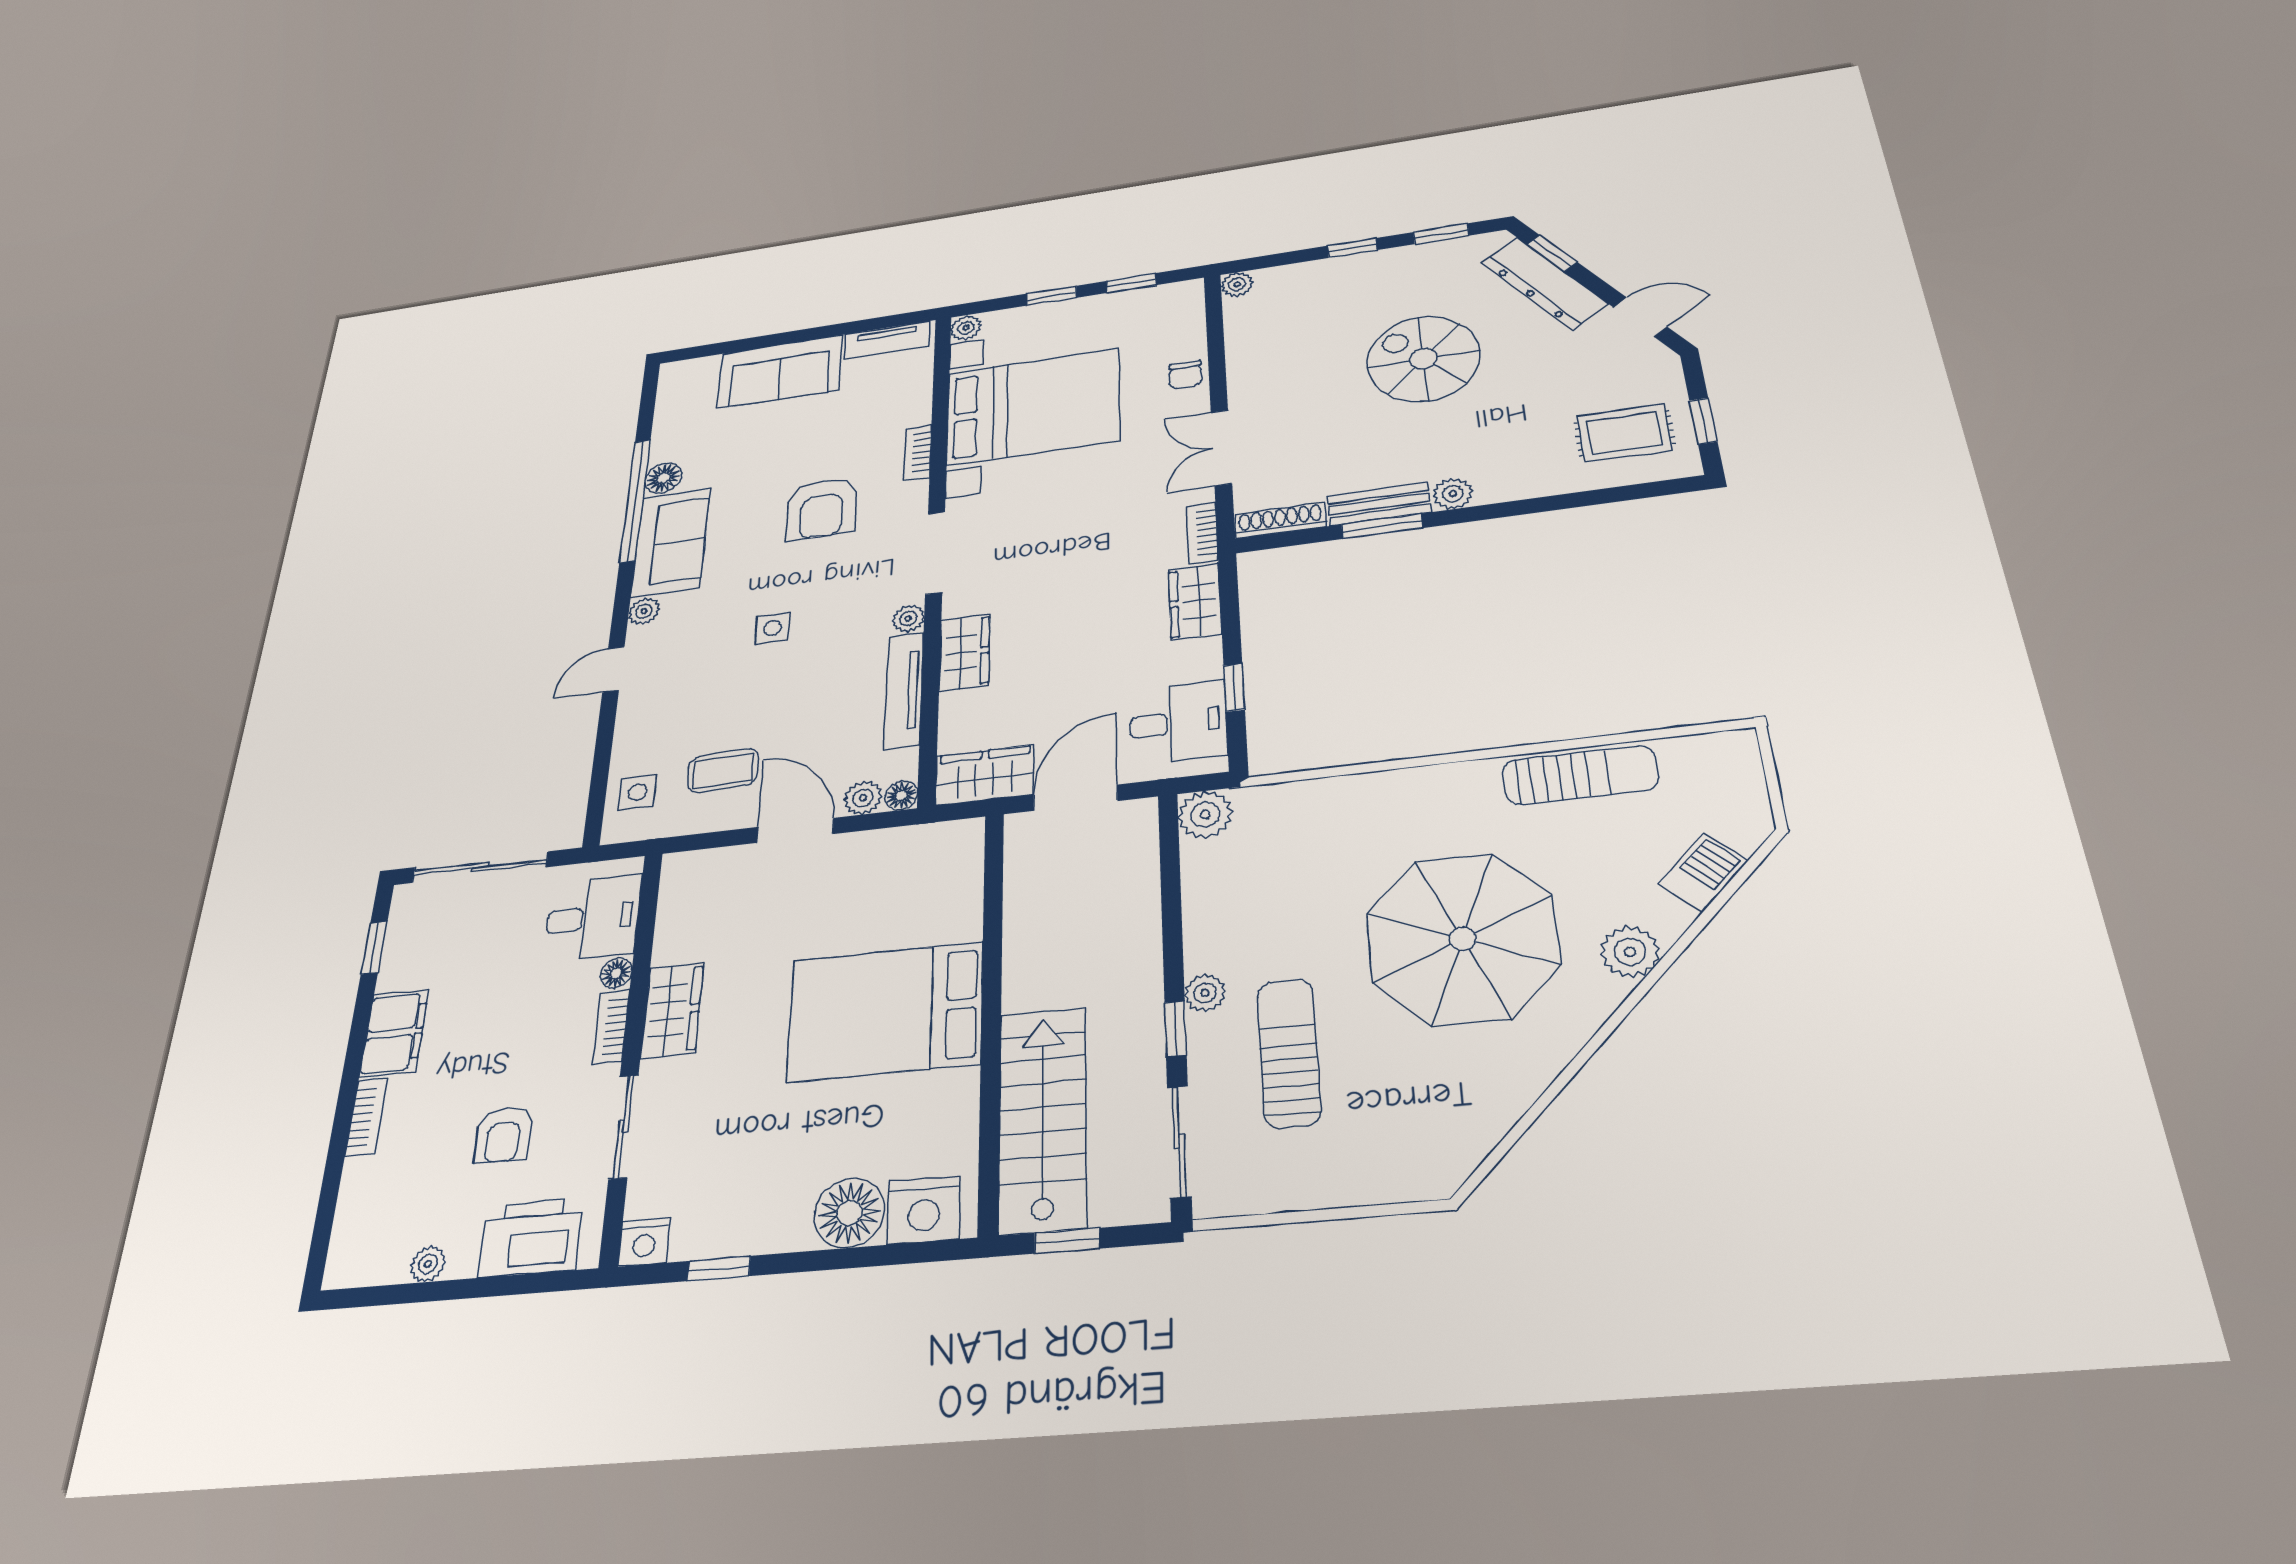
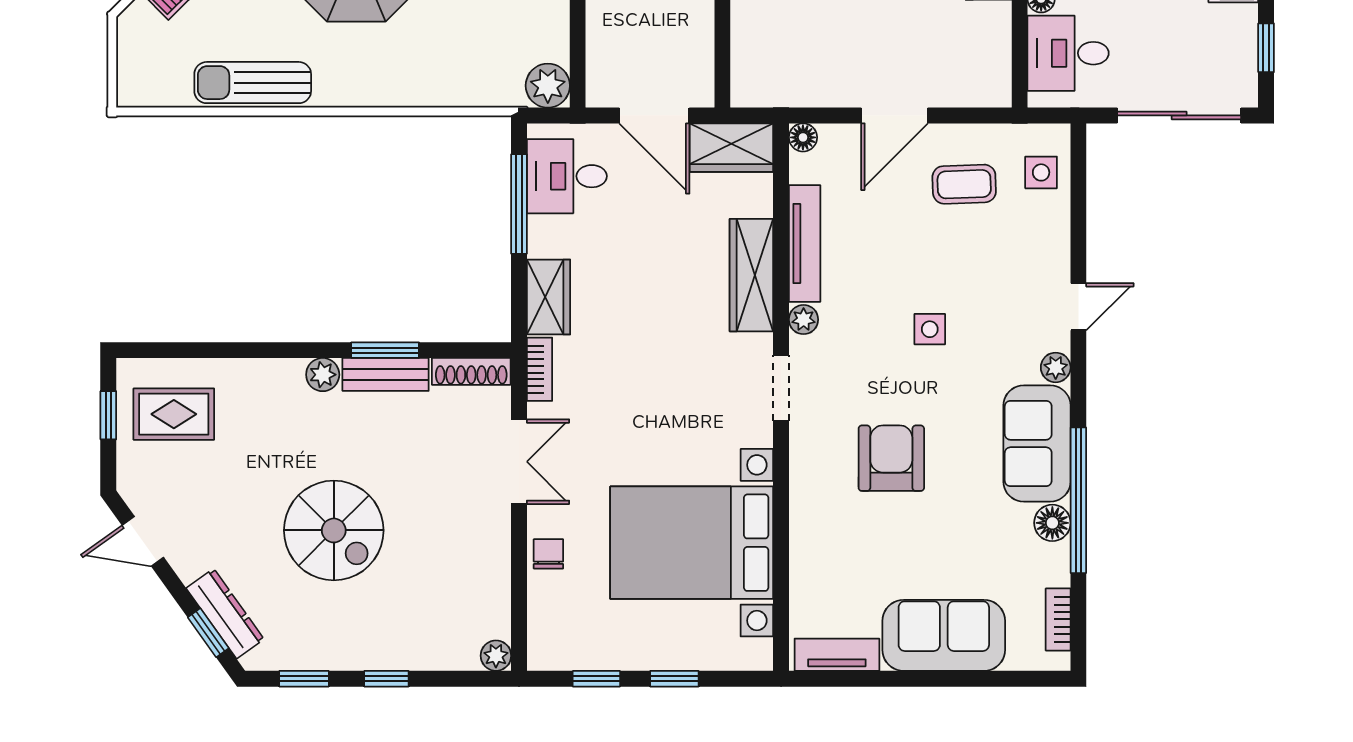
dresser: (1544, 283) -> (225, 614), width x0.73, depth x0.80
plant: (966, 328) -> (758, 655), removed
bookcase: (918, 453) -> (1058, 619), moved, turned 180
doorway: (935, 553) -> (781, 388), width x0.73
wardrobe: (964, 652) -> (751, 275), width x1.50
window: (1234, 688) -> (519, 204), width x2.17
plant: (863, 798) -> (837, 140), removed
door: (1075, 798) -> (654, 115), hinge flipped
door: (795, 830) -> (895, 115), hinge flipped

